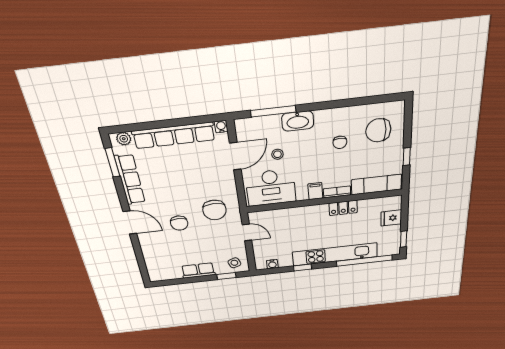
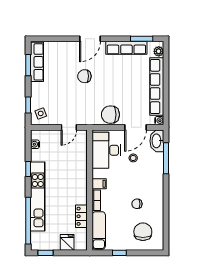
washbasin: (298, 121) -> (157, 141), moved
door: (235, 156) -> (135, 127), hinge flipped
locker: (343, 208) -> (81, 216), moved
chair: (214, 210) -> (110, 115), moved
row of seats: (198, 271) -> (37, 62), moved, width x1.48
window: (179, 281) -> (28, 65), added

